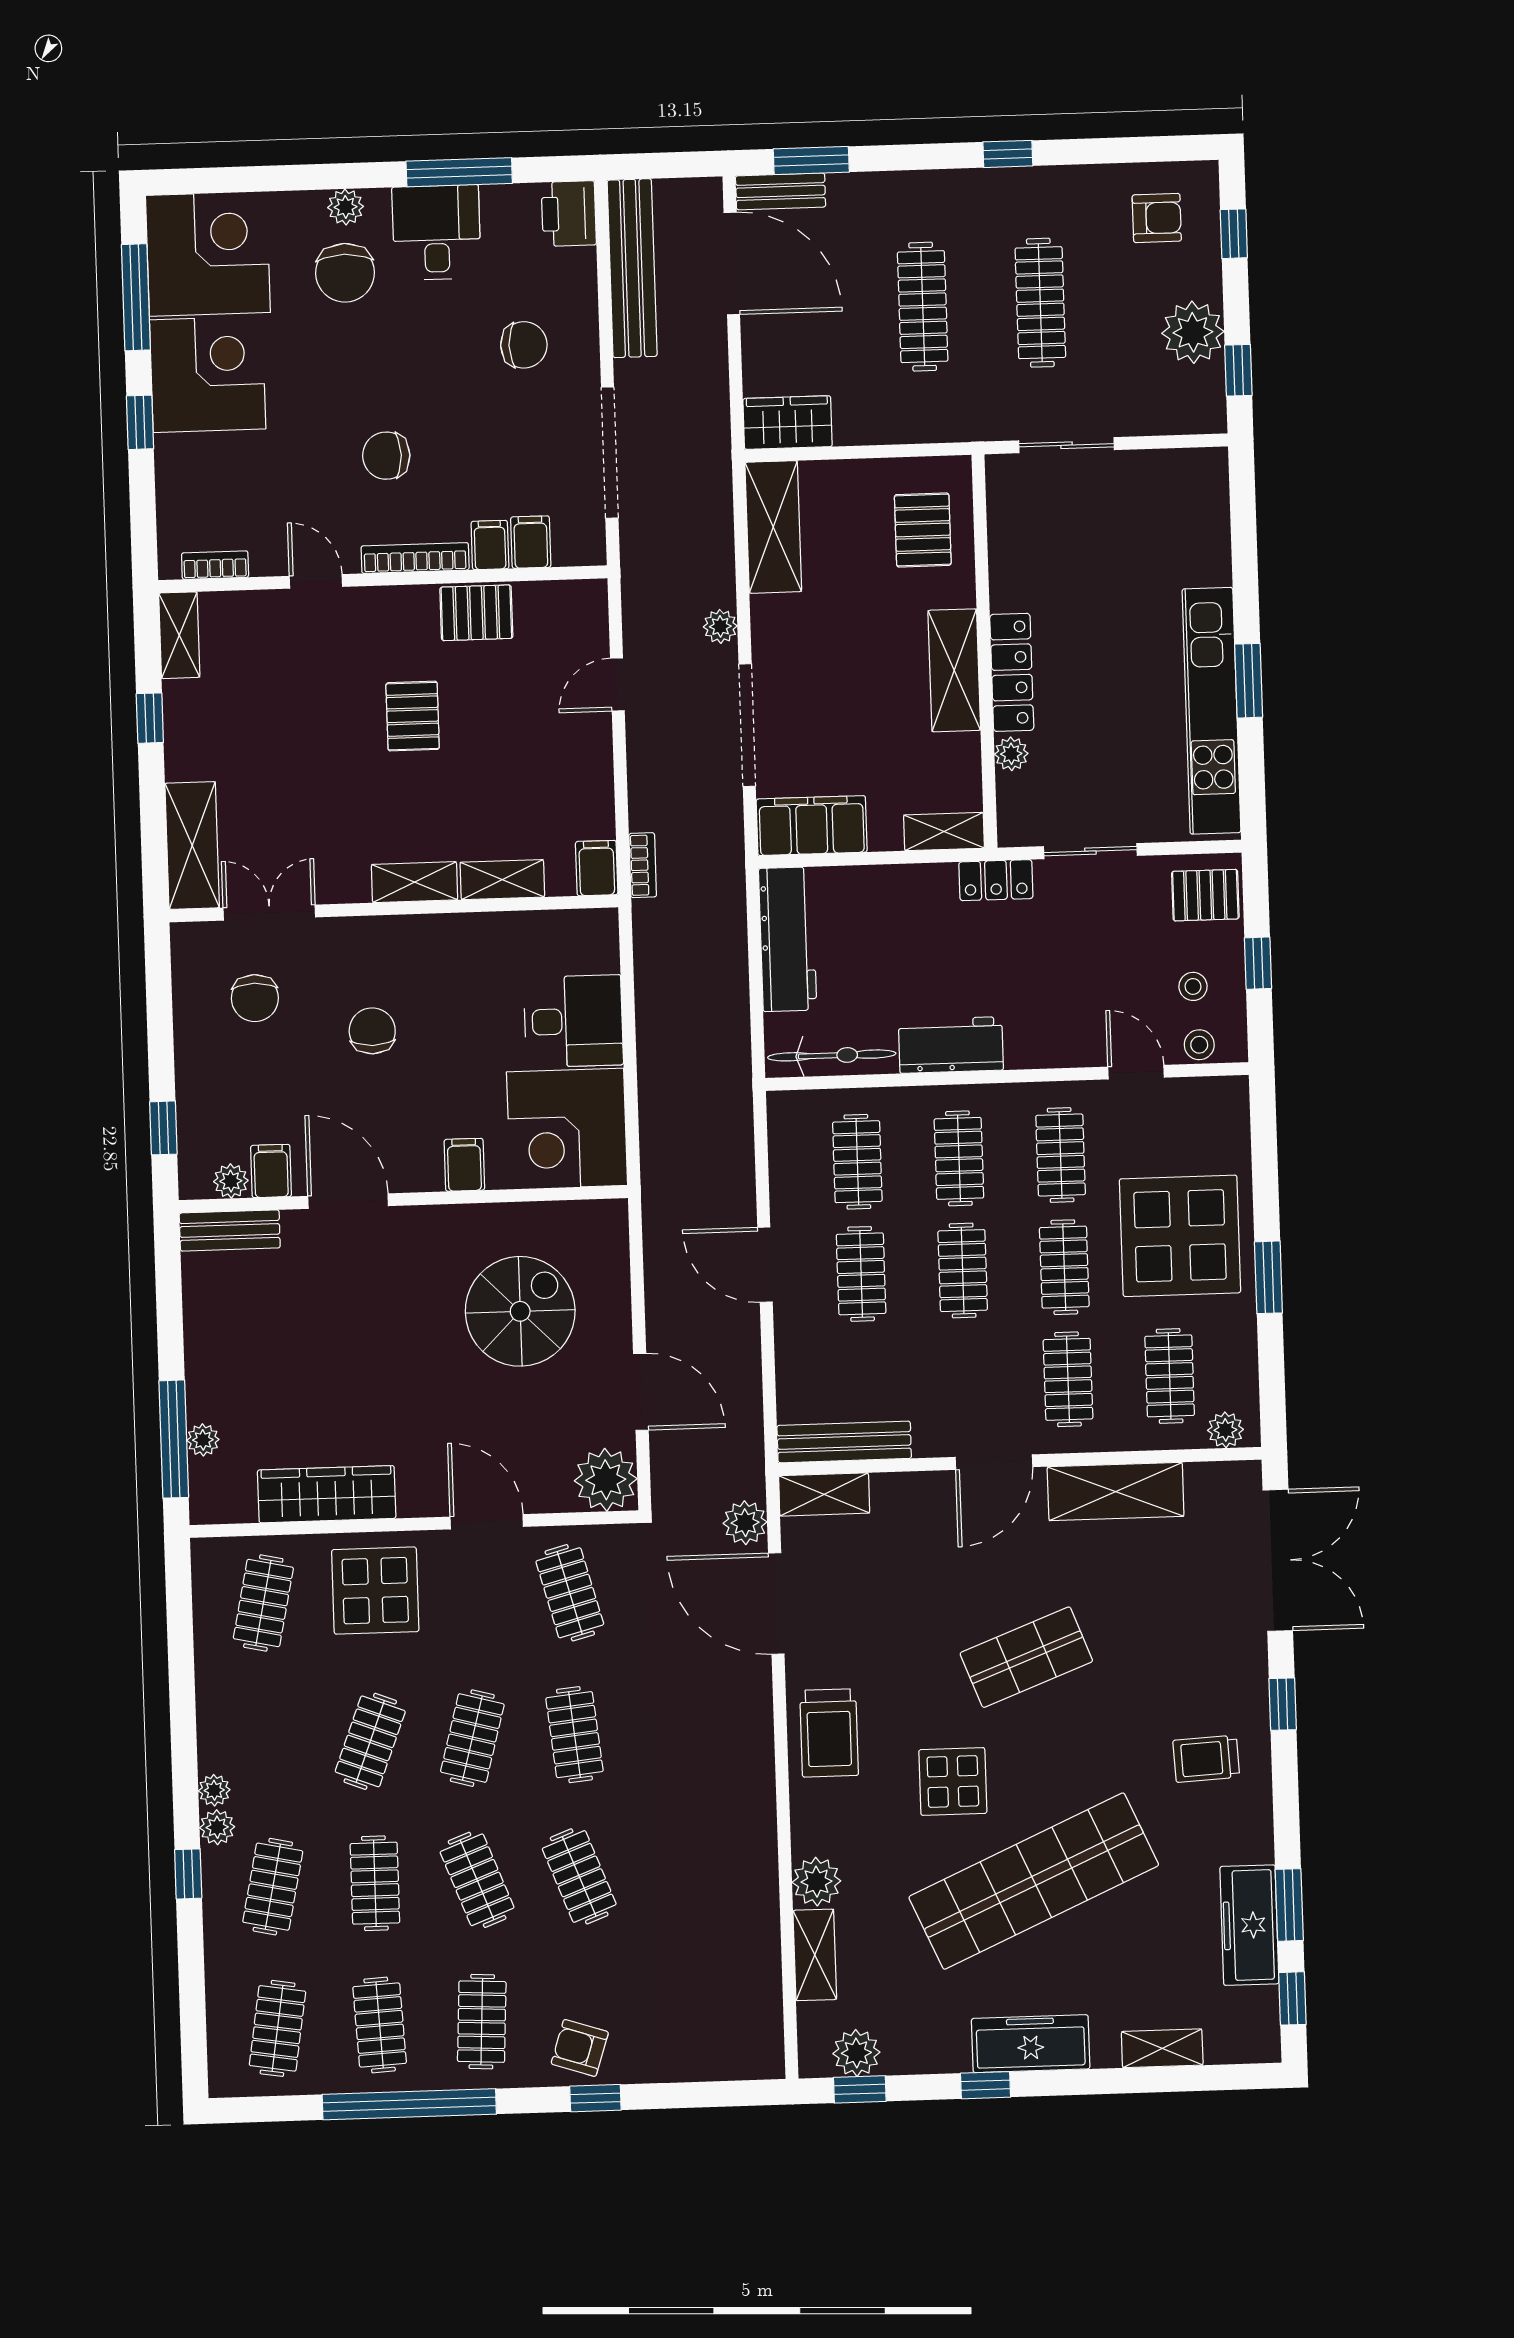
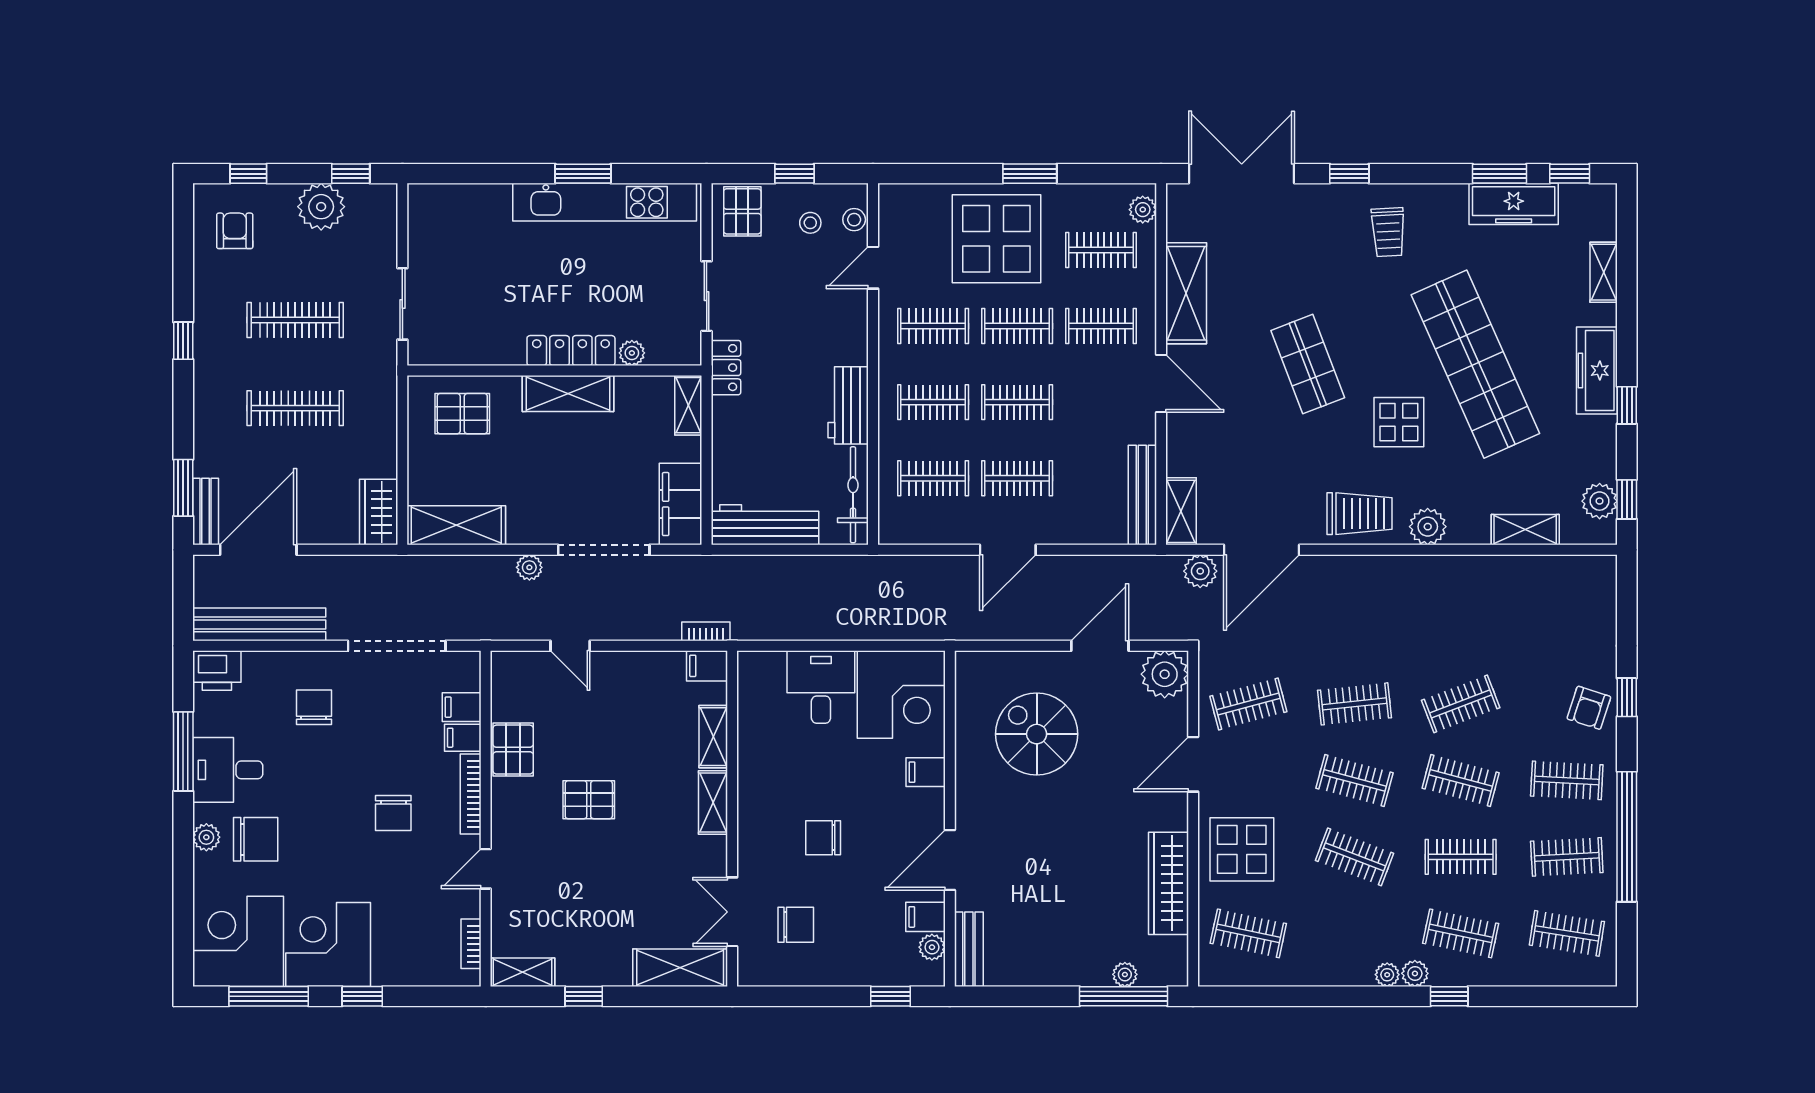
clothes rail: (477, 1880) -> (1461, 780), turned 36
plant: (816, 1882) -> (1428, 527), moved

